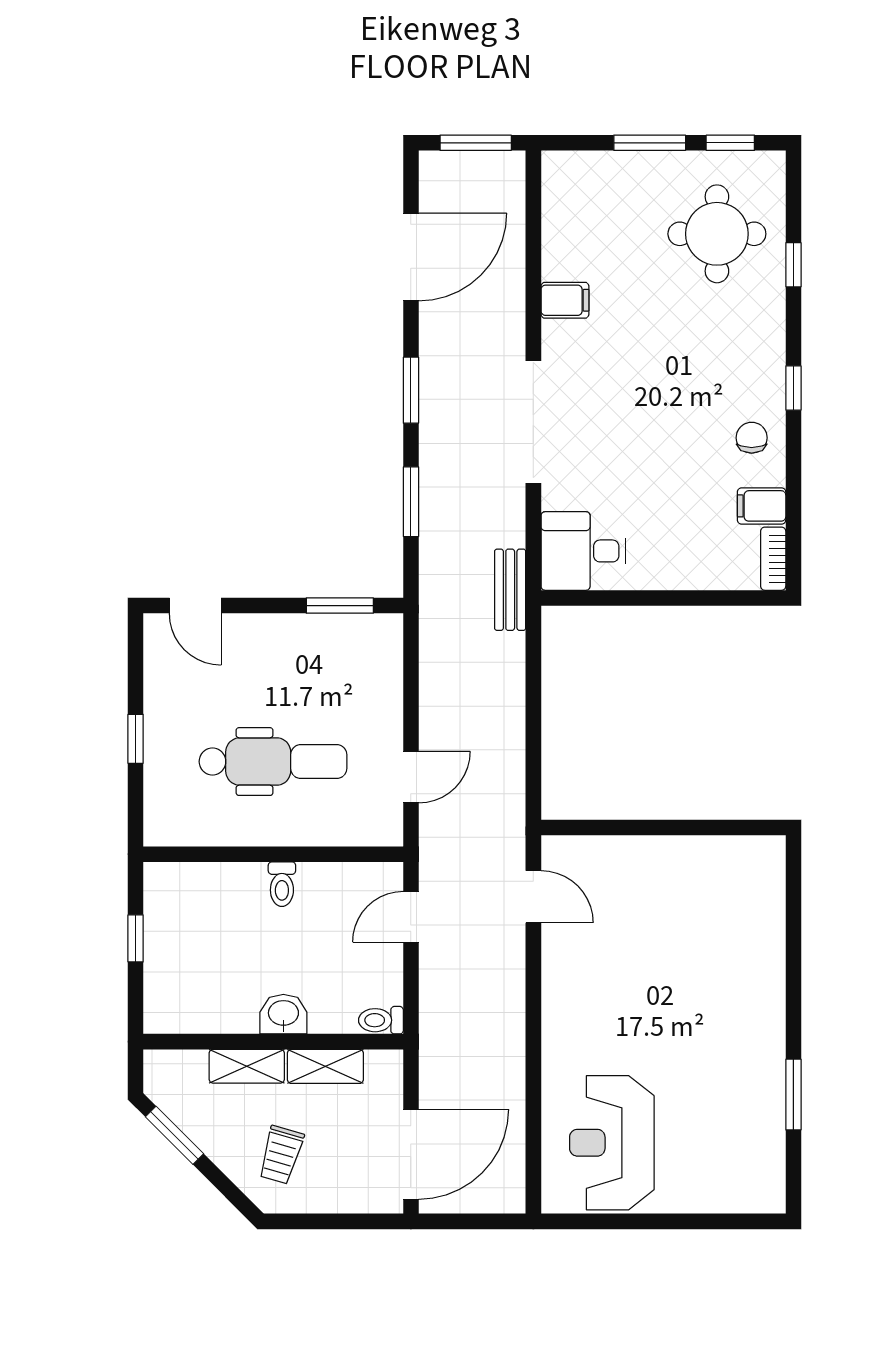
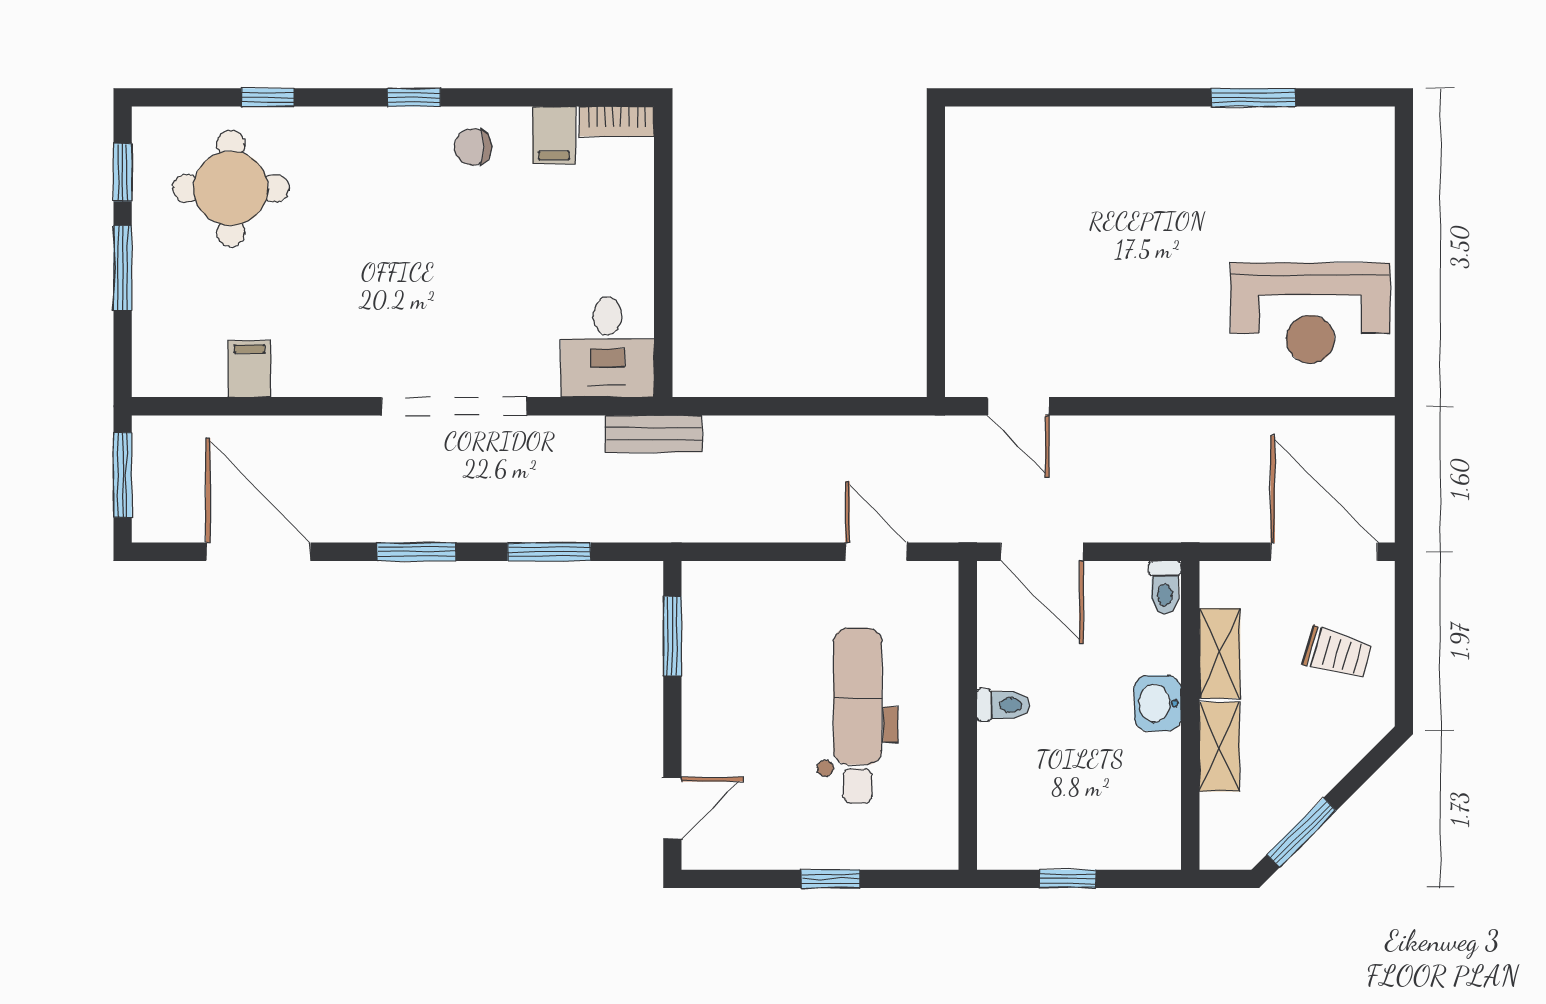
filing cabinet: (565, 300) -> (249, 369), moved
door: (533, 897) -> (1018, 406), swing flipped
door: (411, 917) -> (1042, 552), width x1.38
trolley: (281, 1155) -> (1337, 653), moved

